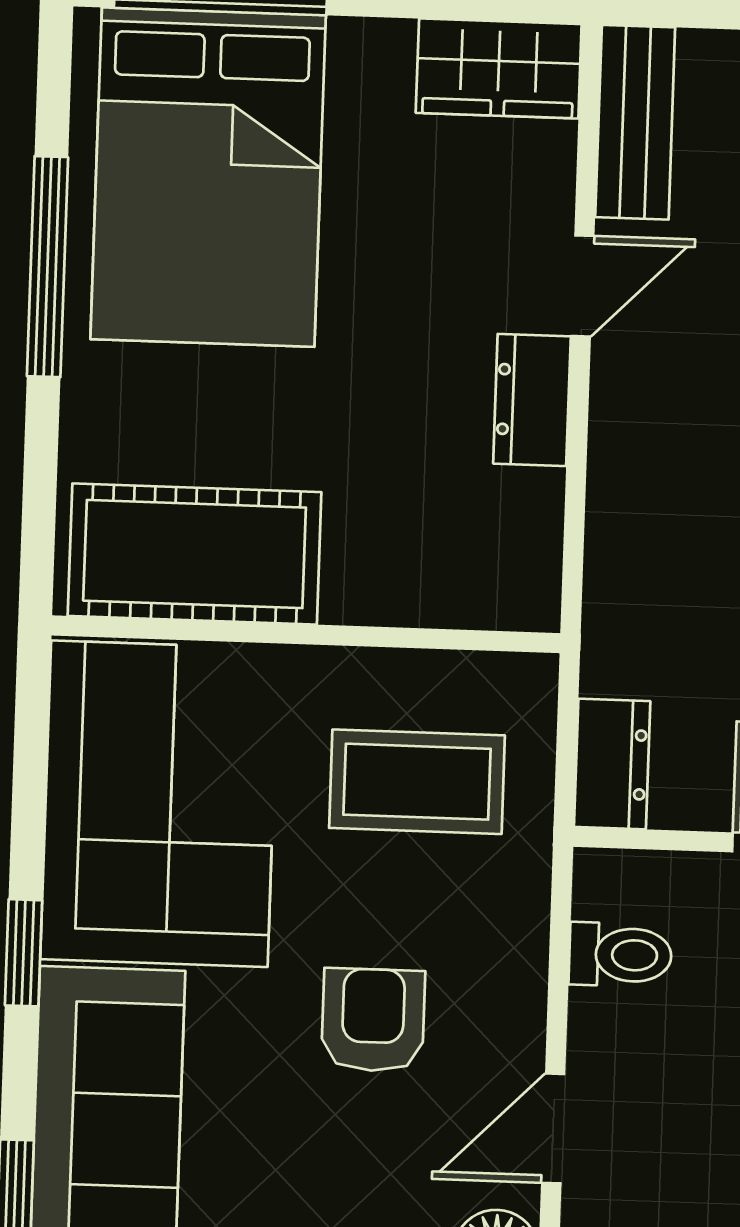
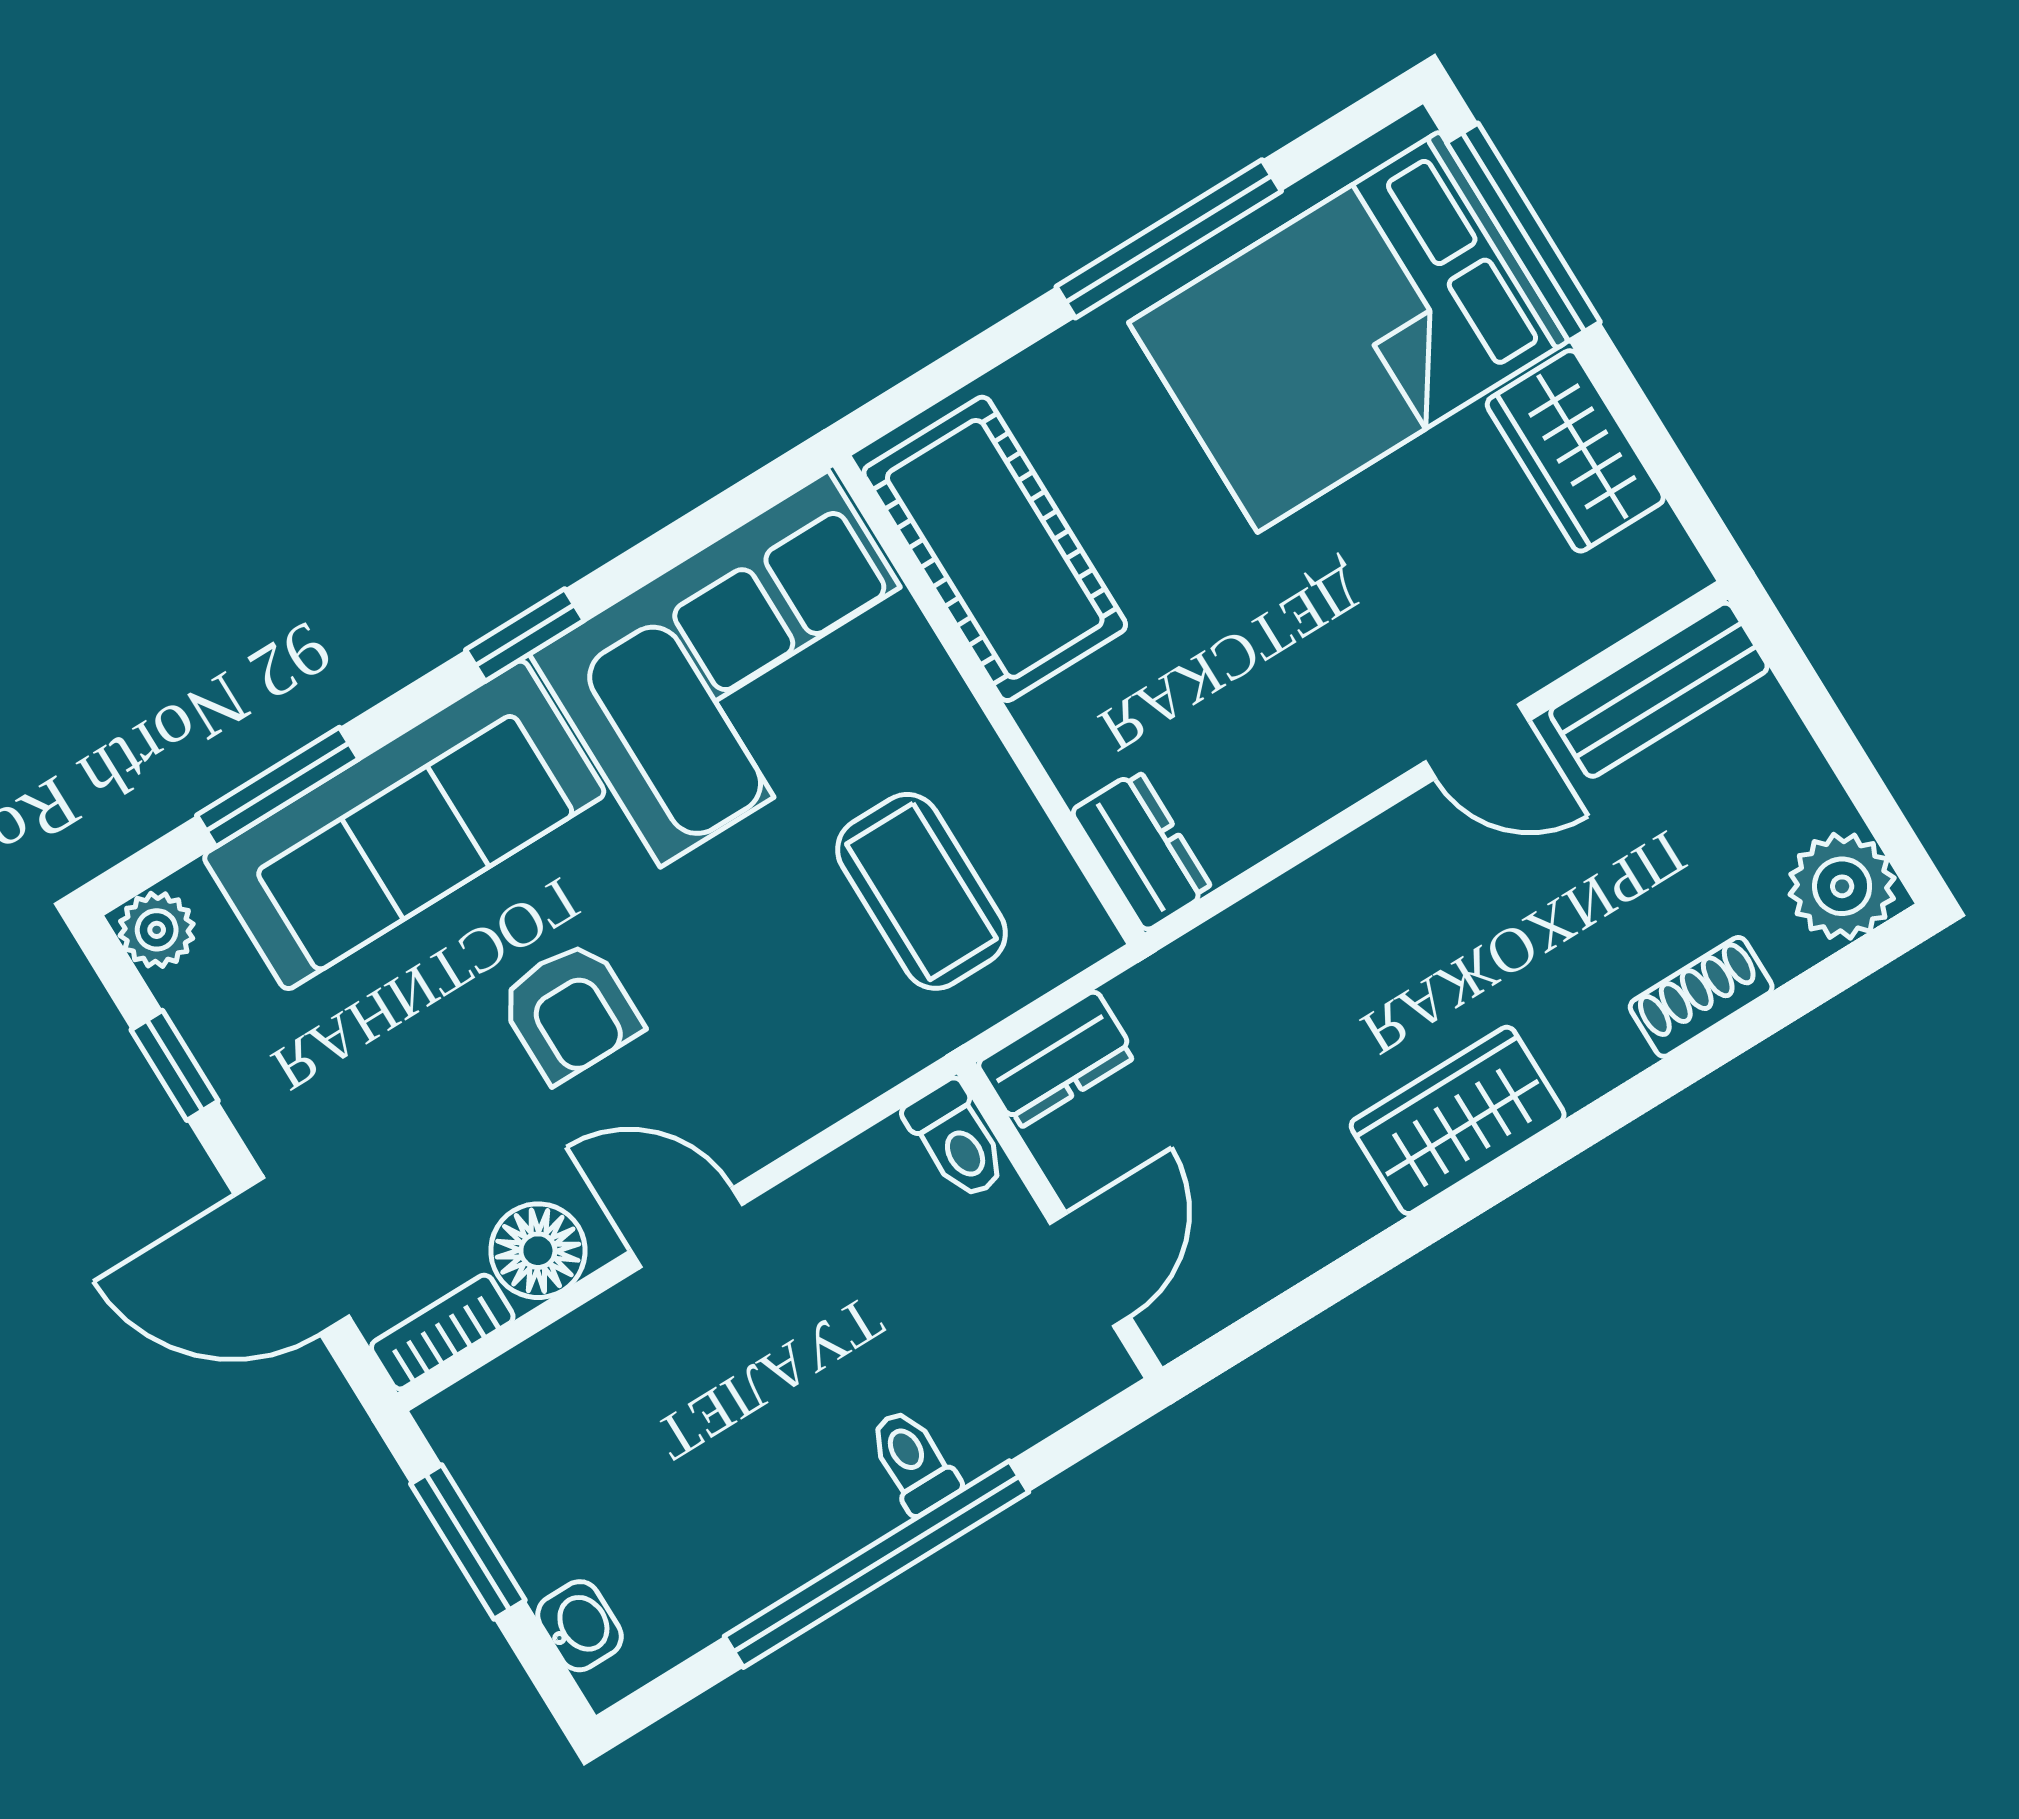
wardrobe: (499, 69) -> (1575, 451), moved
dresser: (532, 400) -> (1142, 850), moved, turned 90
toilet: (620, 955) -> (957, 1140), moved
armchair: (373, 1020) -> (570, 1011), moved, turned 90

